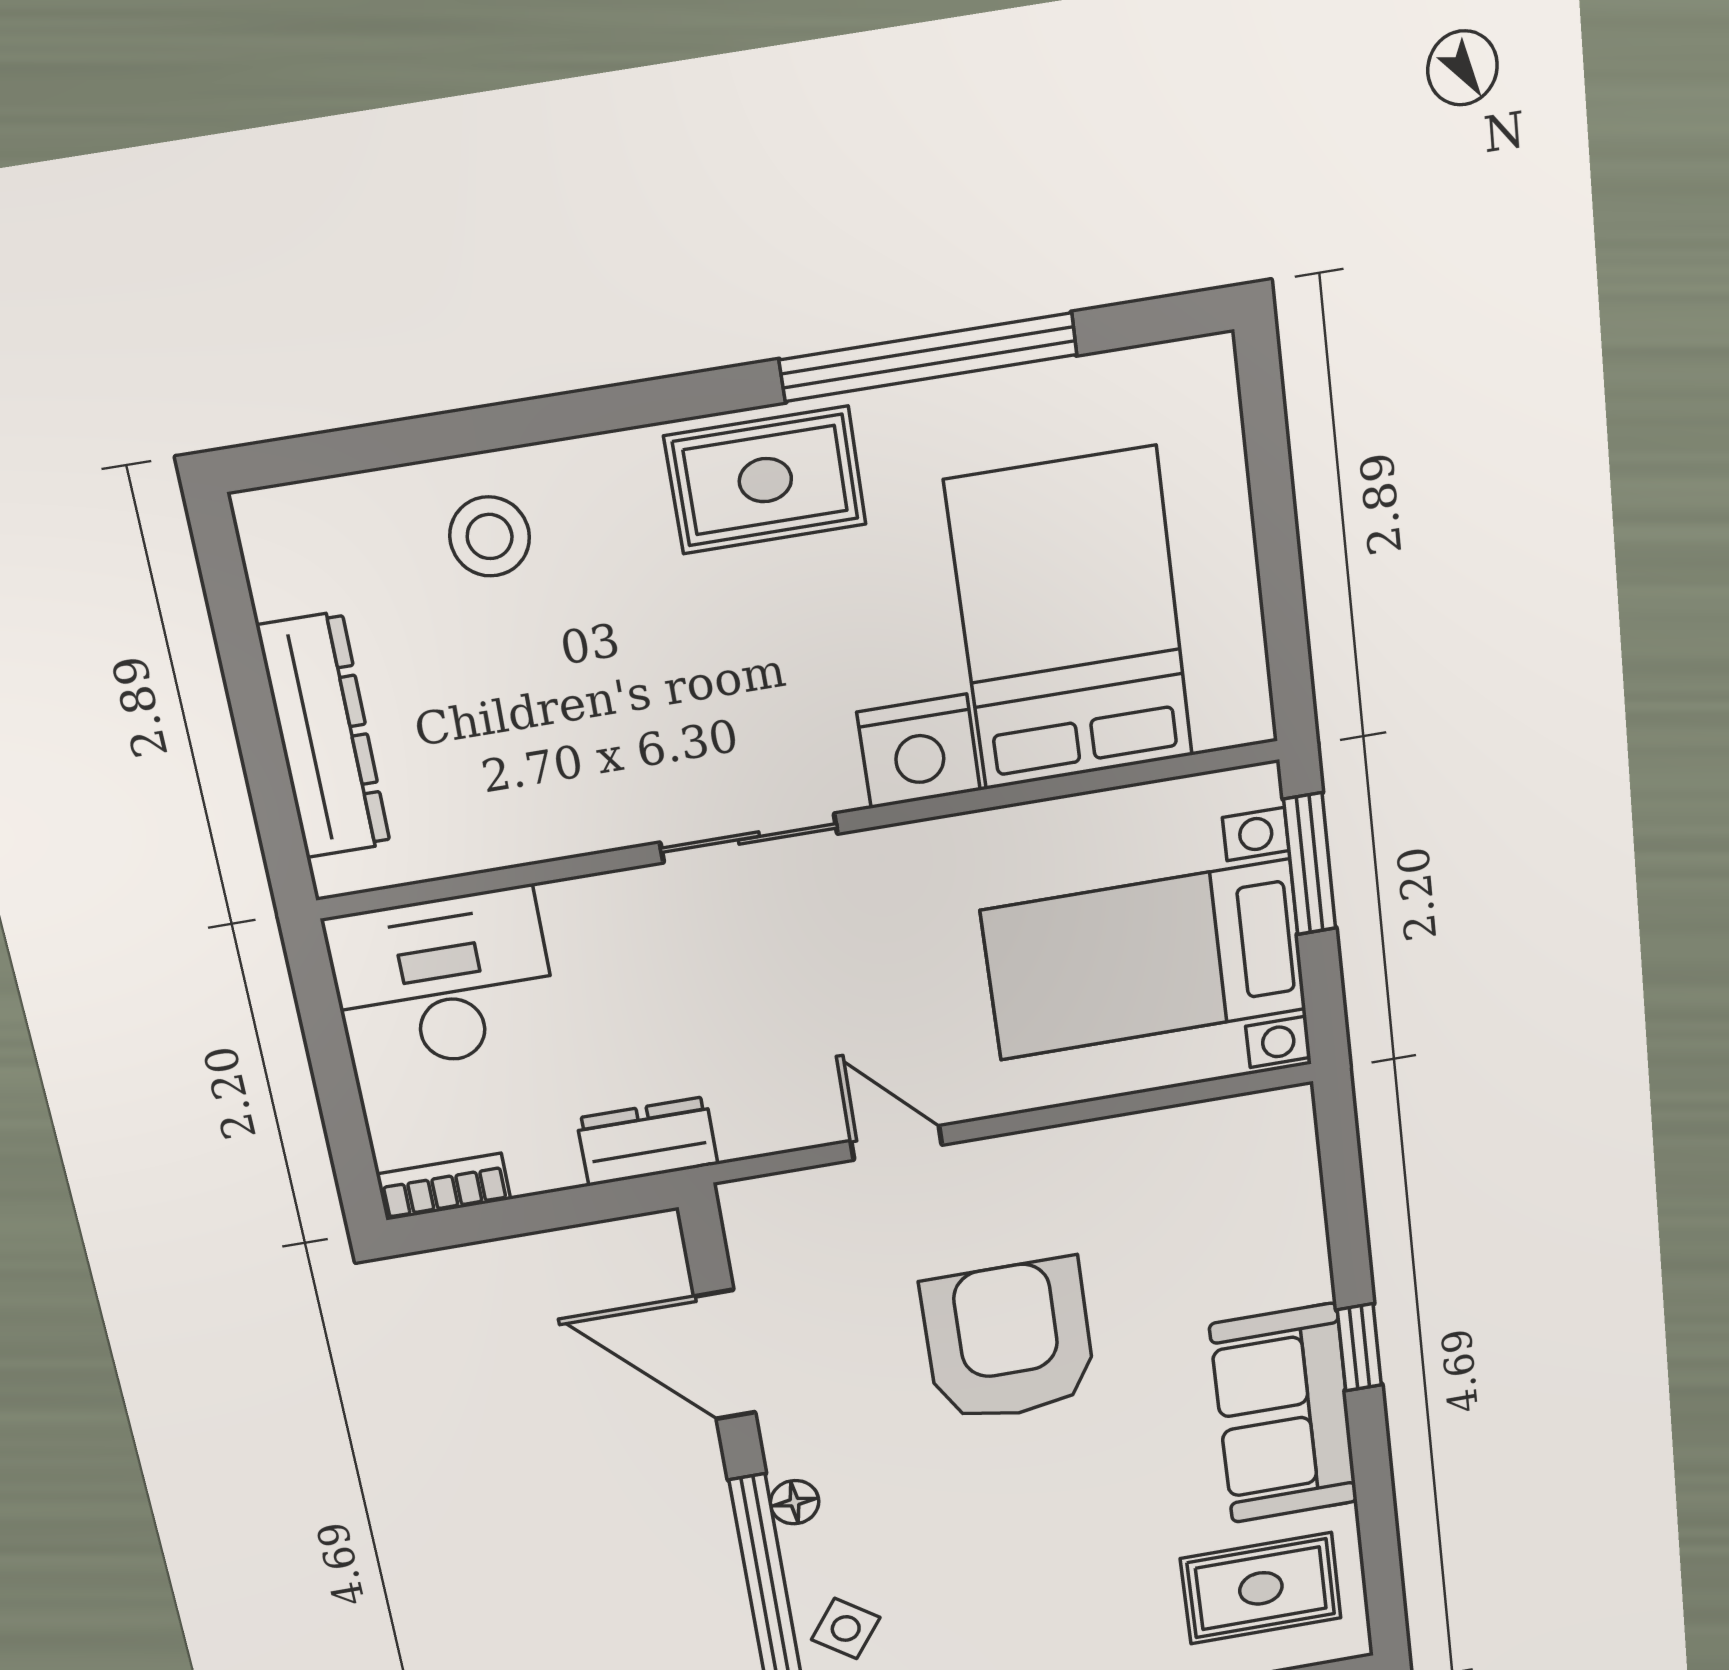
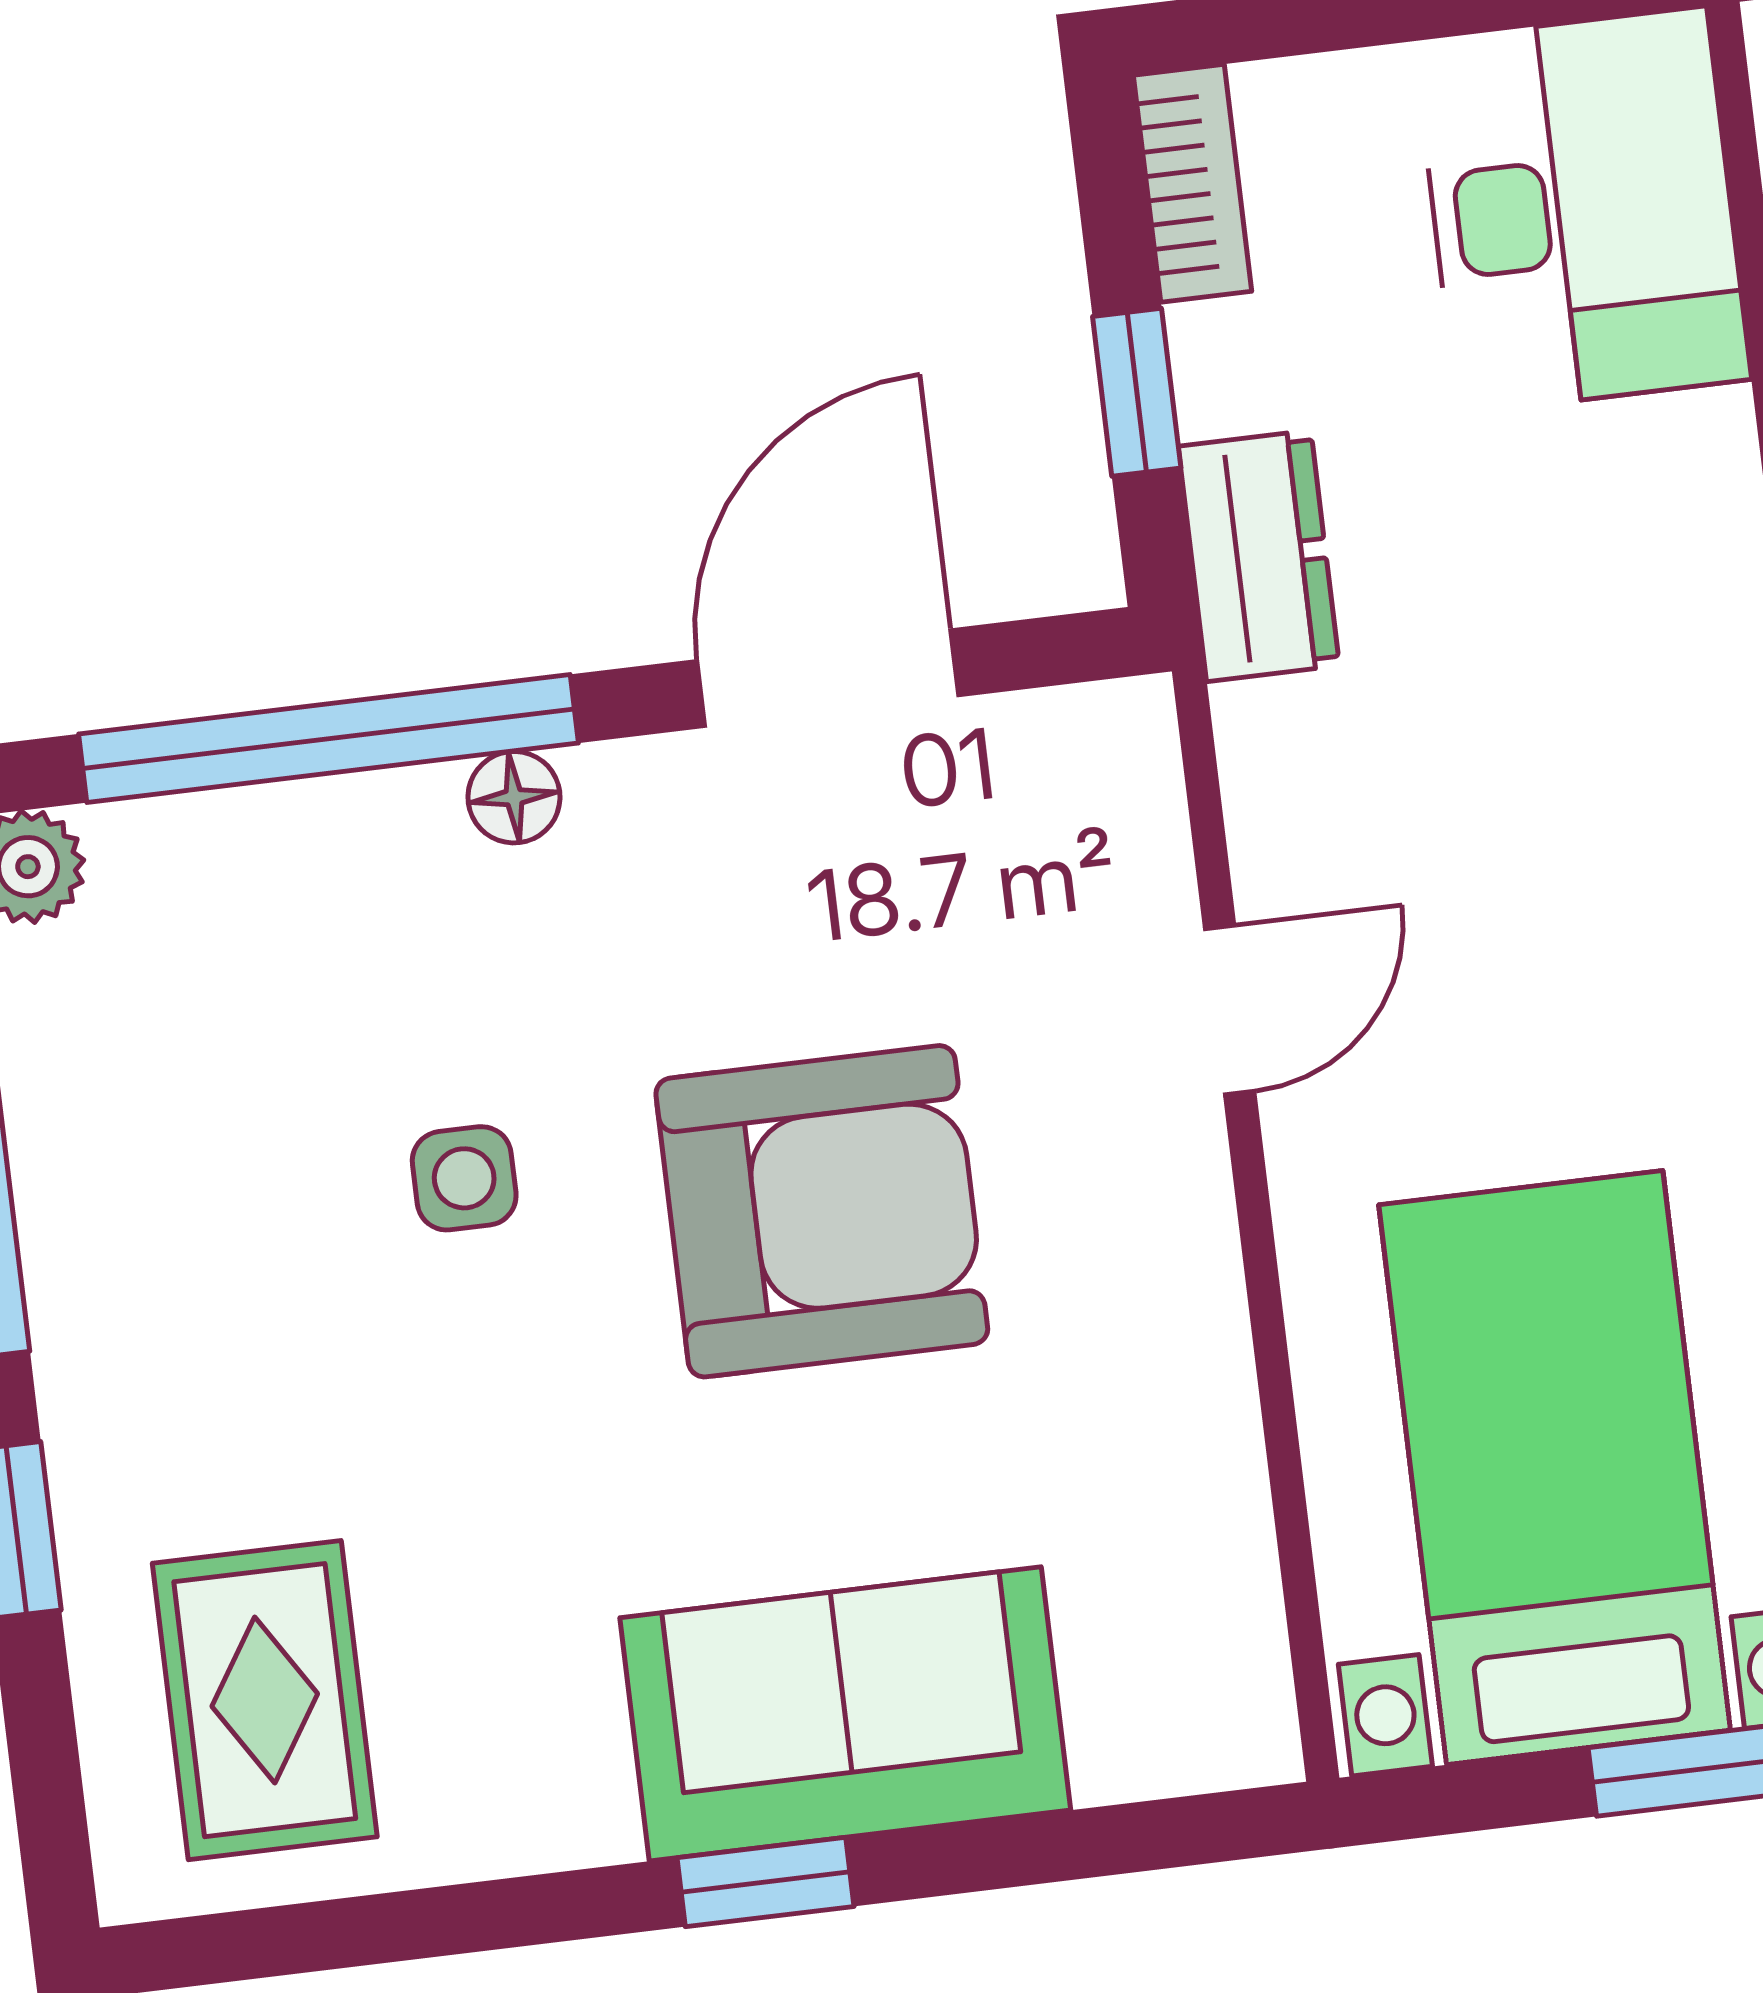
window: (561, 1209) -> (1137, 392), added
sofa: (1284, 1414) -> (845, 1714), moved
side table: (846, 1628) -> (464, 1178), moved, turned -36

